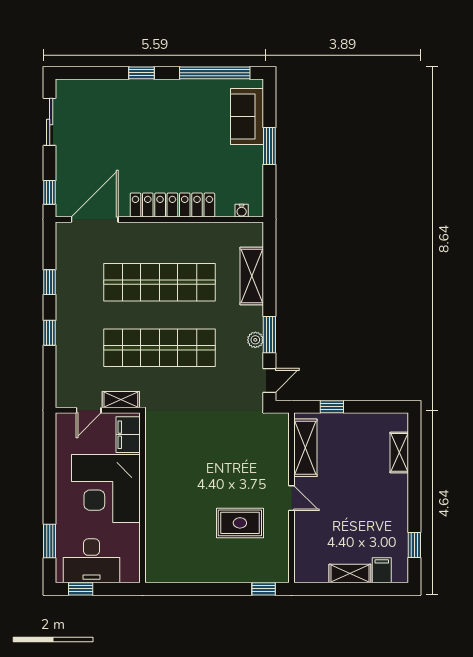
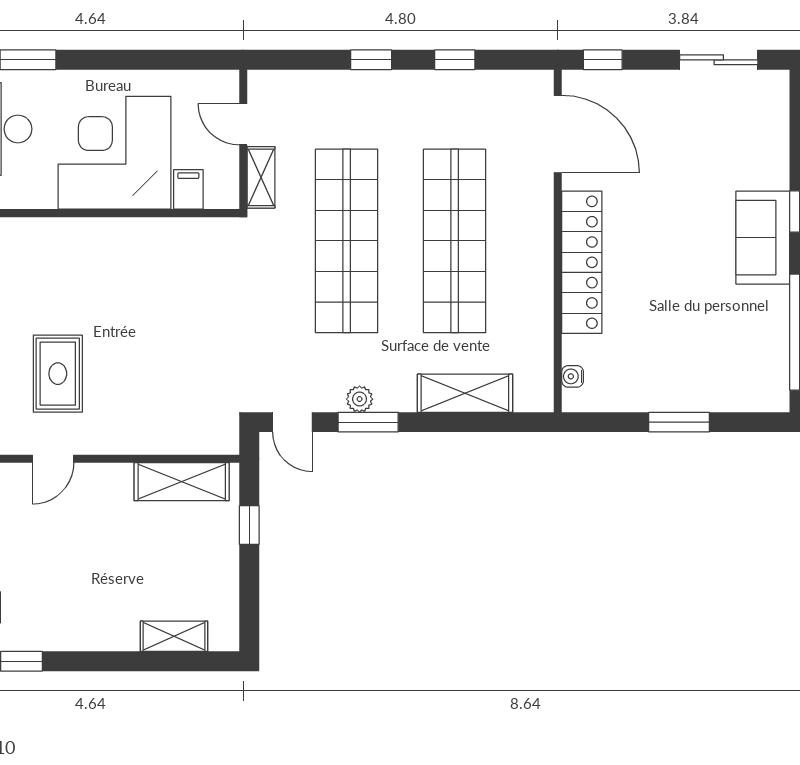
sofa: (247, 117) -> (763, 238), moved, turned -90
filing cabinet: (128, 435) -> (188, 189), width x0.50
door: (292, 498) -> (53, 459), moved

